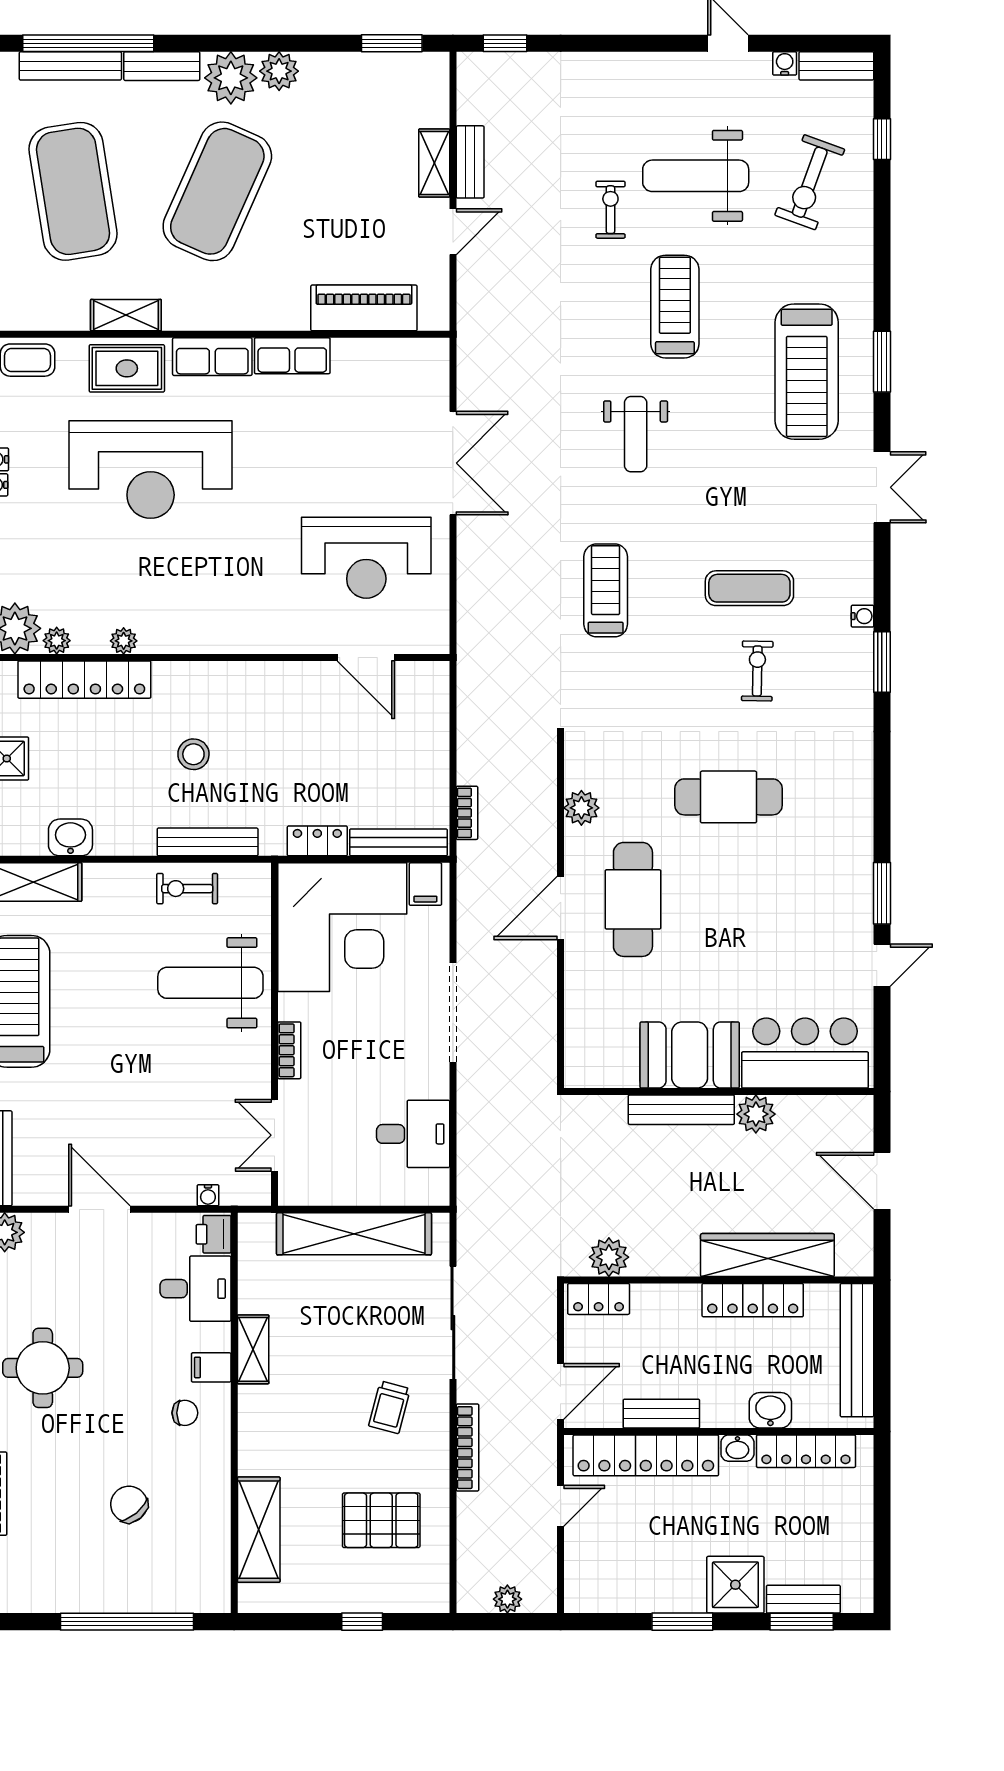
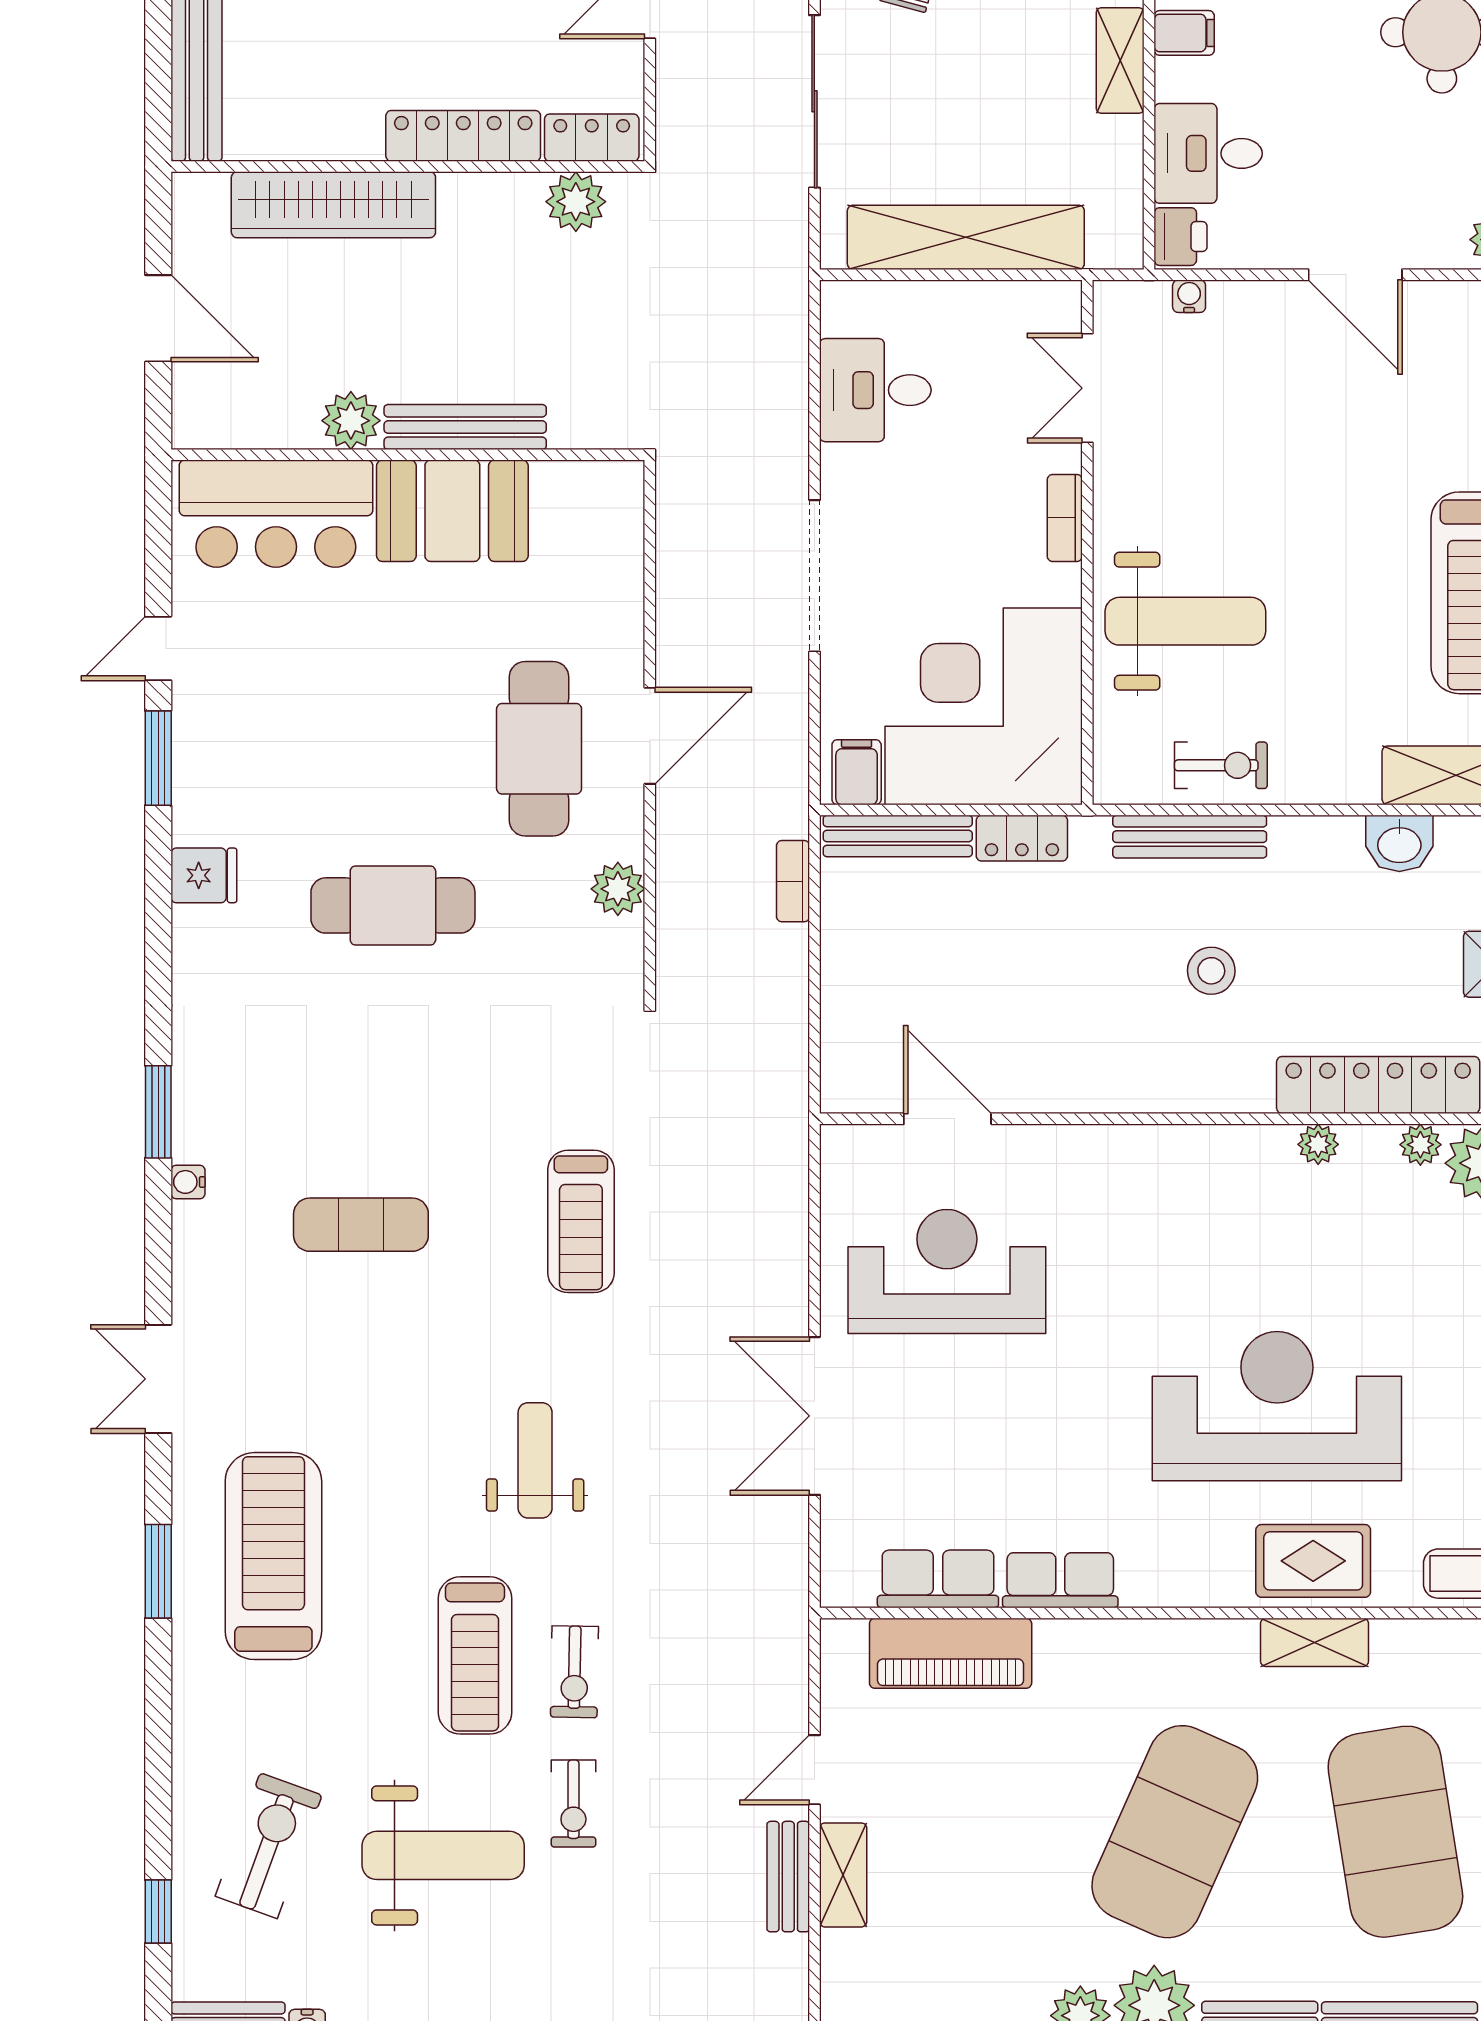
row of seats: (212, 357) -> (938, 1579), moved
exercise bike: (757, 671) -> (575, 1672), moved
fridge: (852, 817) -> (204, 875), added
double door: (275, 1135) -> (1087, 388), swing flipped
locker: (753, 1300) -> (463, 136), moved

